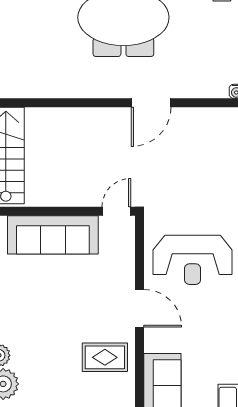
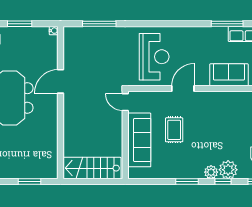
door: (151, 103) -> (61, 81), swing flipped
rug: (105, 357) -> (174, 130), moved

